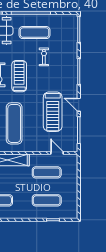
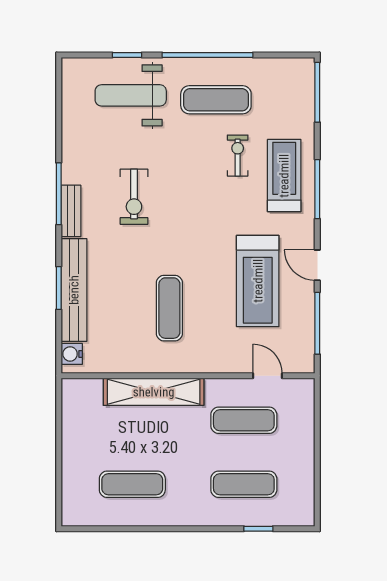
treadmill: (19, 76) -> (284, 176), moved
exercise mat: (14, 123) -> (169, 308), width x0.73, depth x0.69

